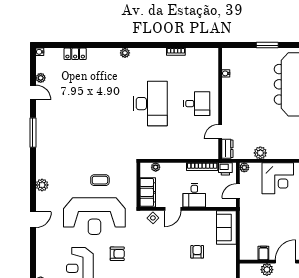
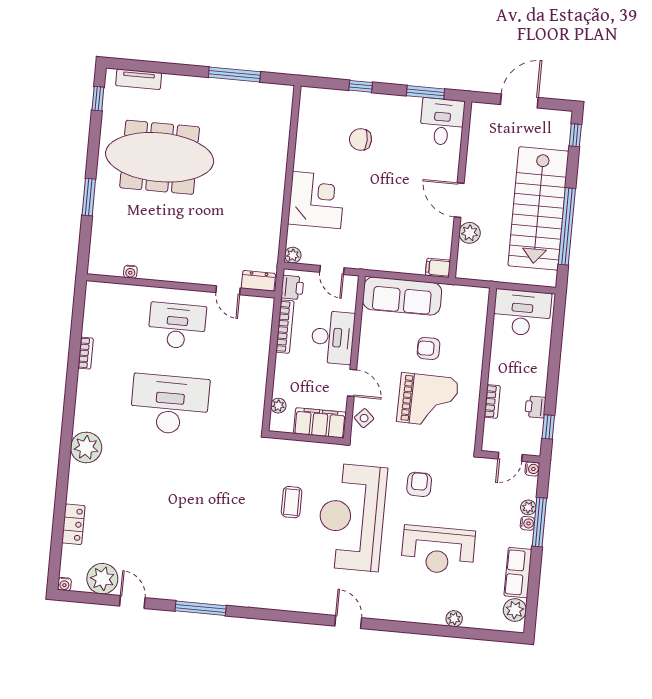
plant: (125, 53) -> (86, 447), width x1.87, depth x1.87
plant: (41, 78) -> (102, 579), width x1.87, depth x1.87
door: (33, 92) -> (132, 602), hinge flipped
desk: (197, 104) -> (177, 326), width x1.37
plant: (260, 153) -> (271, 226), removed
plant: (42, 185) -> (291, 601), removed
desk: (194, 195) -> (333, 337), width x1.37
reception desk: (94, 216) -> (352, 517), turned 180
sofa: (226, 228) -> (402, 296), width x1.36
filing cabinet: (263, 253) -> (438, 268), moved
grand piano: (167, 254) -> (428, 400), added

